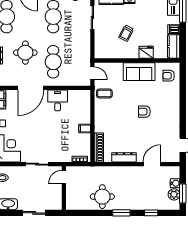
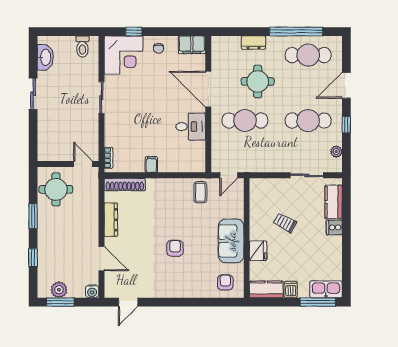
door: (64, 177) -> (83, 164), moved
water cooler: (175, 183) -> (92, 291), moved
wall: (64, 188) -> (68, 164), moved

